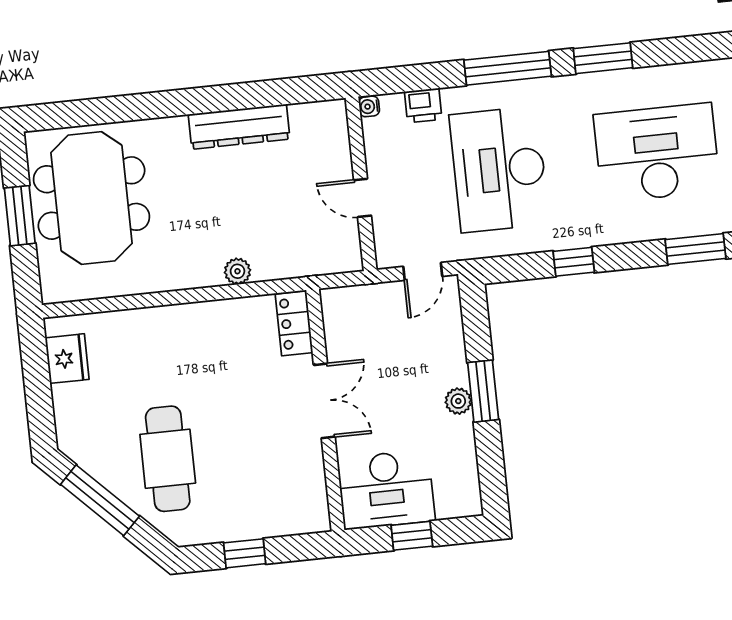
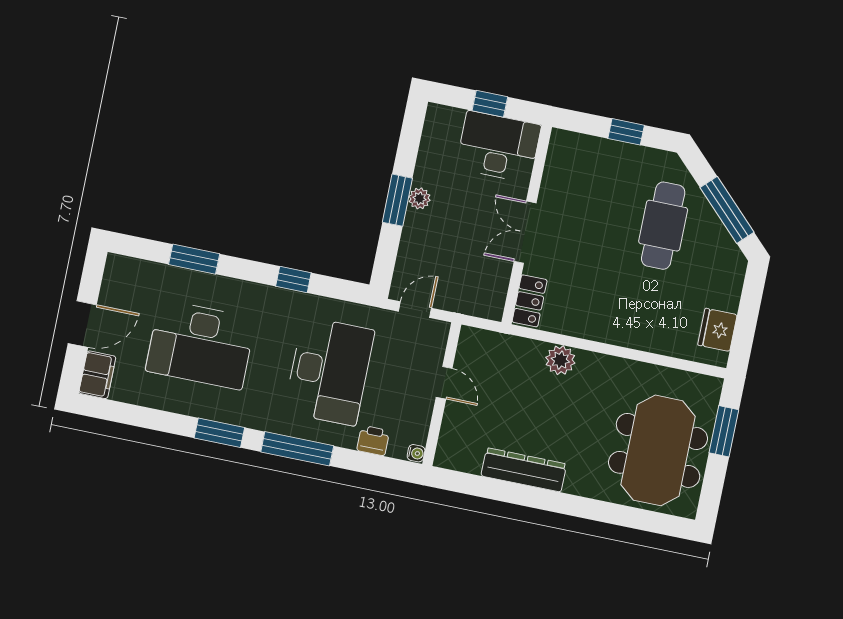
window: (20, 216) -> (724, 431), moved
plant: (237, 271) -> (560, 360), width x1.38, depth x1.38

